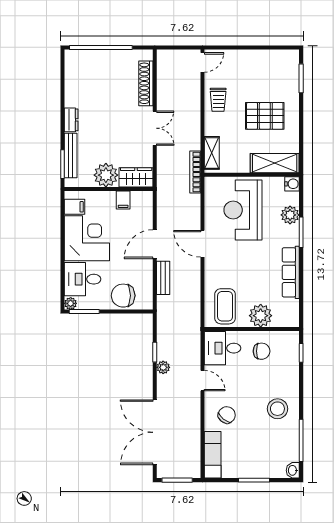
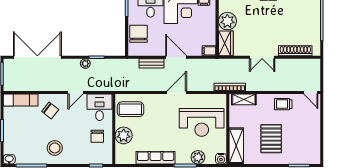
filing cabinet: (123, 200) -> (209, 51), moved
reception desk: (243, 210) -> (202, 122), turned 180

